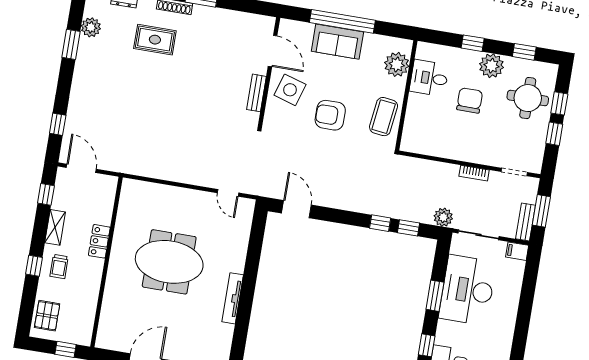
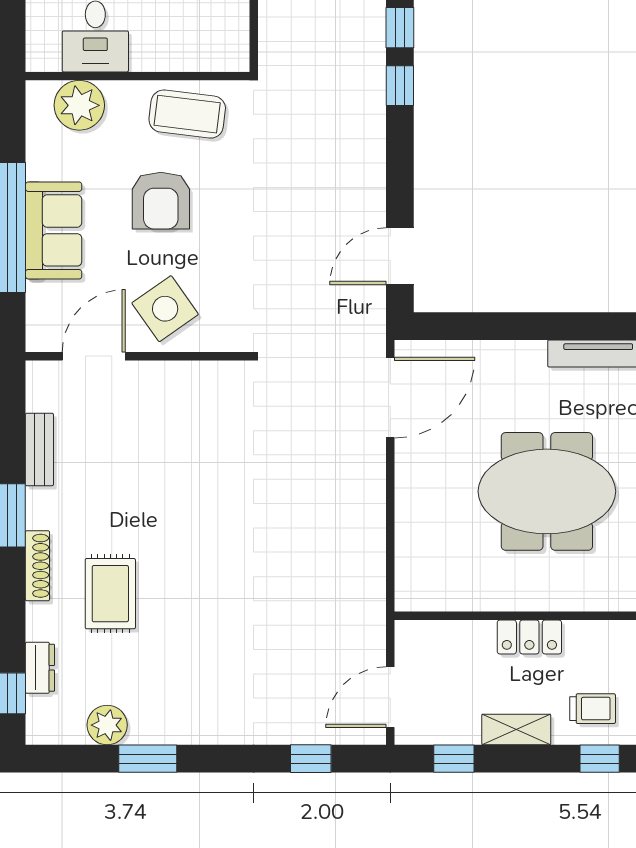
side table: (290, 90) -> (165, 309), turned 38
bench: (256, 93) -> (39, 449), moved, turned 90
armchair: (330, 115) -> (161, 201), moved
door: (228, 193) -> (390, 398), width x1.88
meeting table: (169, 262) -> (547, 491), turned 90

